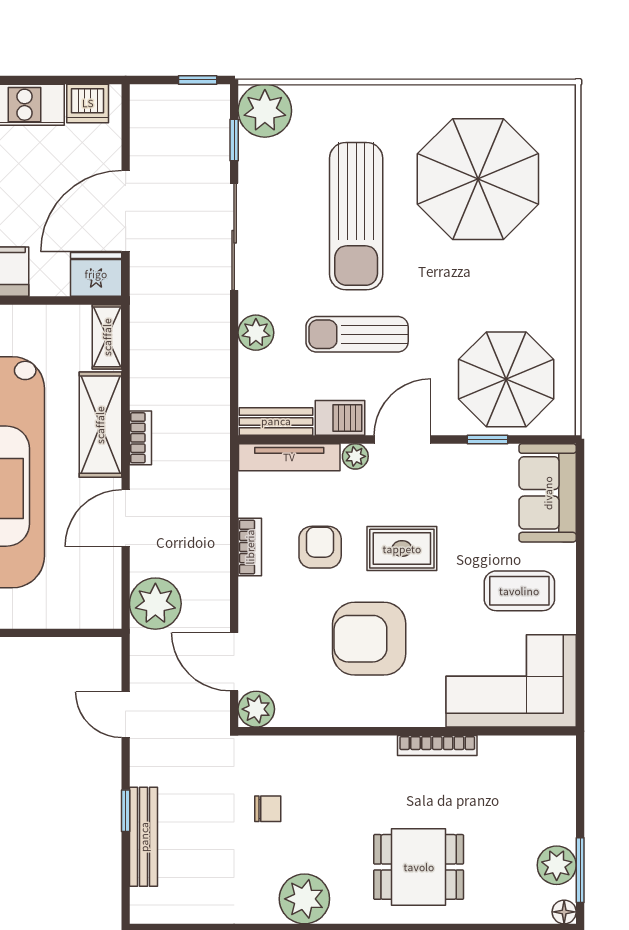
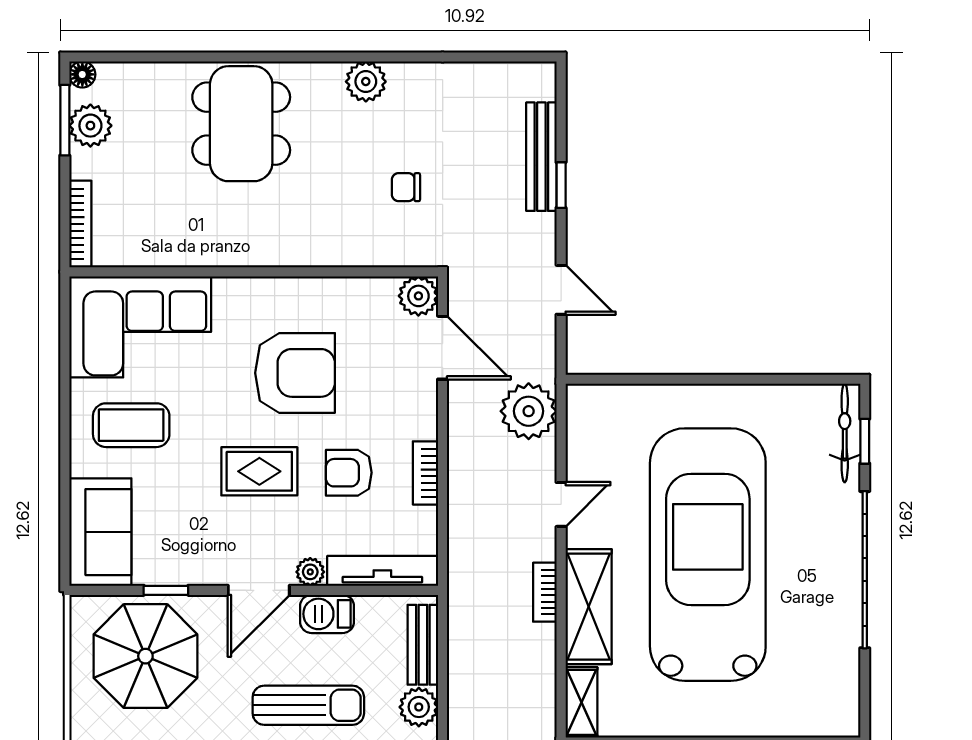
bench: (276, 421) -> (423, 645), moved, turned 90
door: (126, 518) -> (561, 504), width x0.73
armchair: (320, 547) -> (349, 473), turned 90
bookcase: (437, 745) -> (80, 224), moved, turned 90
dining table: (419, 867) -> (241, 124), width x1.38
plant: (304, 899) -> (366, 82), width x0.73, depth x0.73

